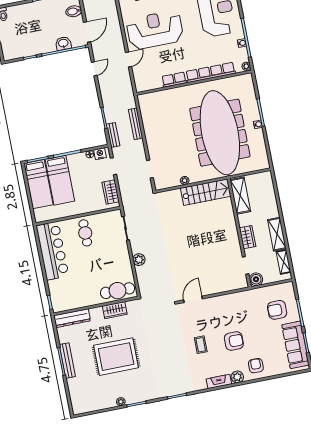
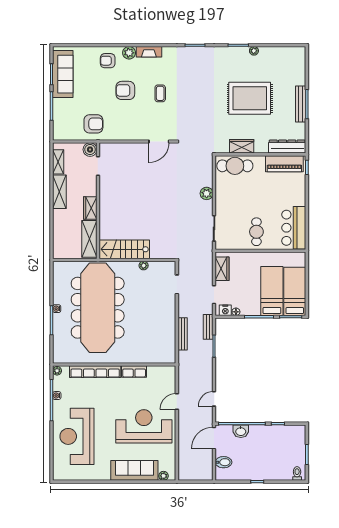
reception desk: (155, 30) -> (144, 426), turned 180
wardrobe: (248, 237) -> (90, 208), moved
bar counter: (52, 251) -> (294, 228), width x0.73
piano: (72, 302) -> (284, 164), added
armchair: (277, 310) -> (93, 124), moved
armchair: (256, 366) -> (108, 61), turned 90

